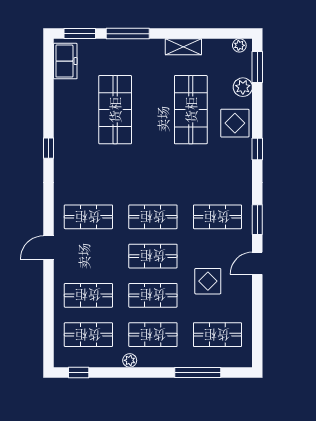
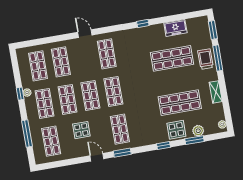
trolley: (126, 54) -> (205, 59), added
freezer: (65, 61) -> (175, 28), moved
window: (257, 67) -> (194, 140), moved
window: (79, 372) -> (20, 94), moved

